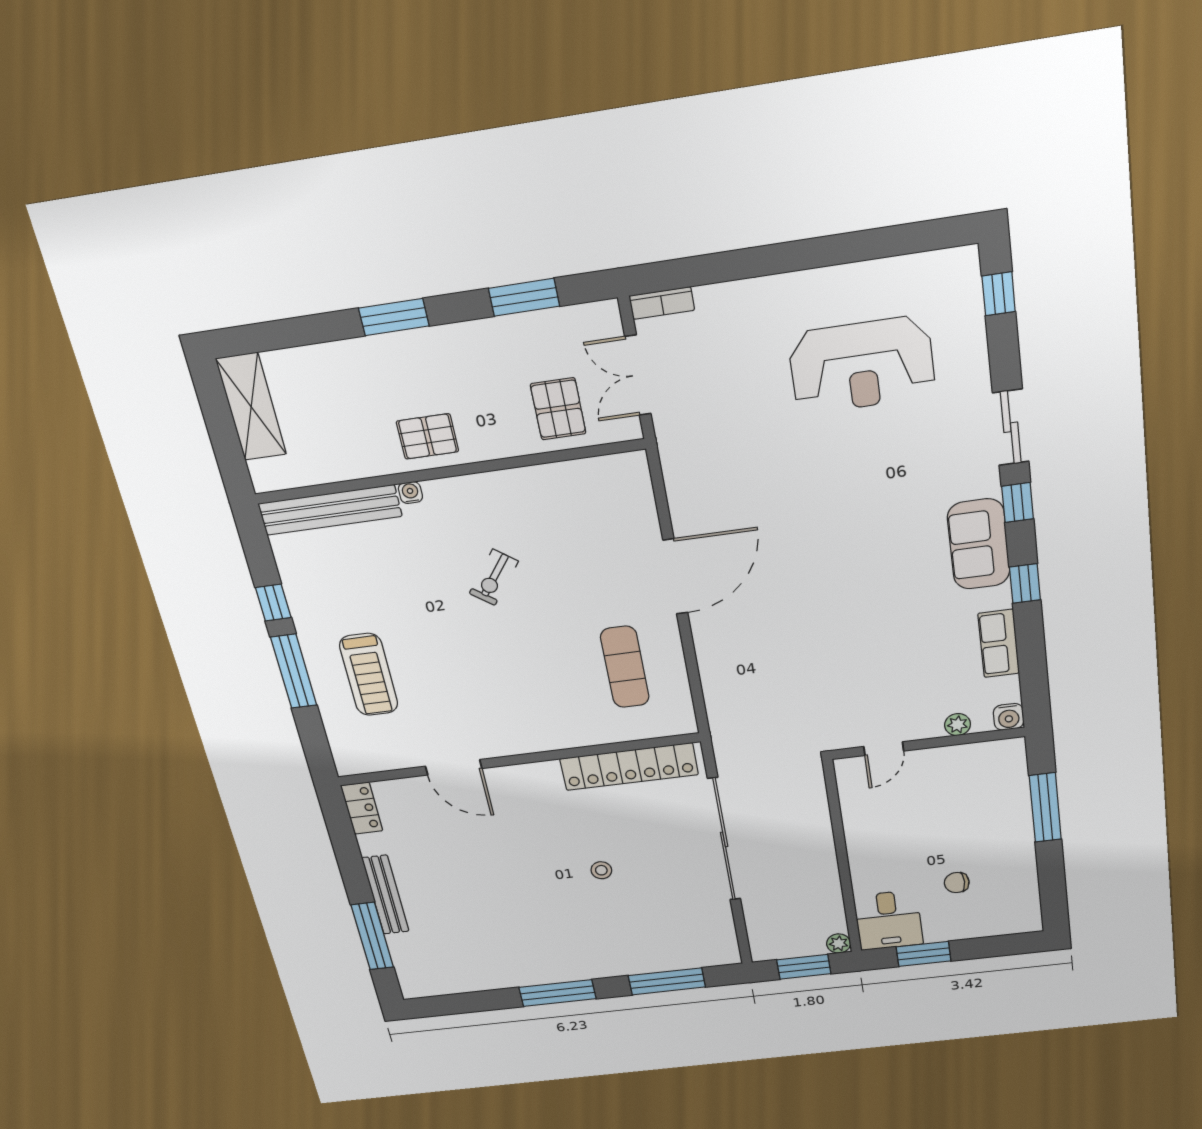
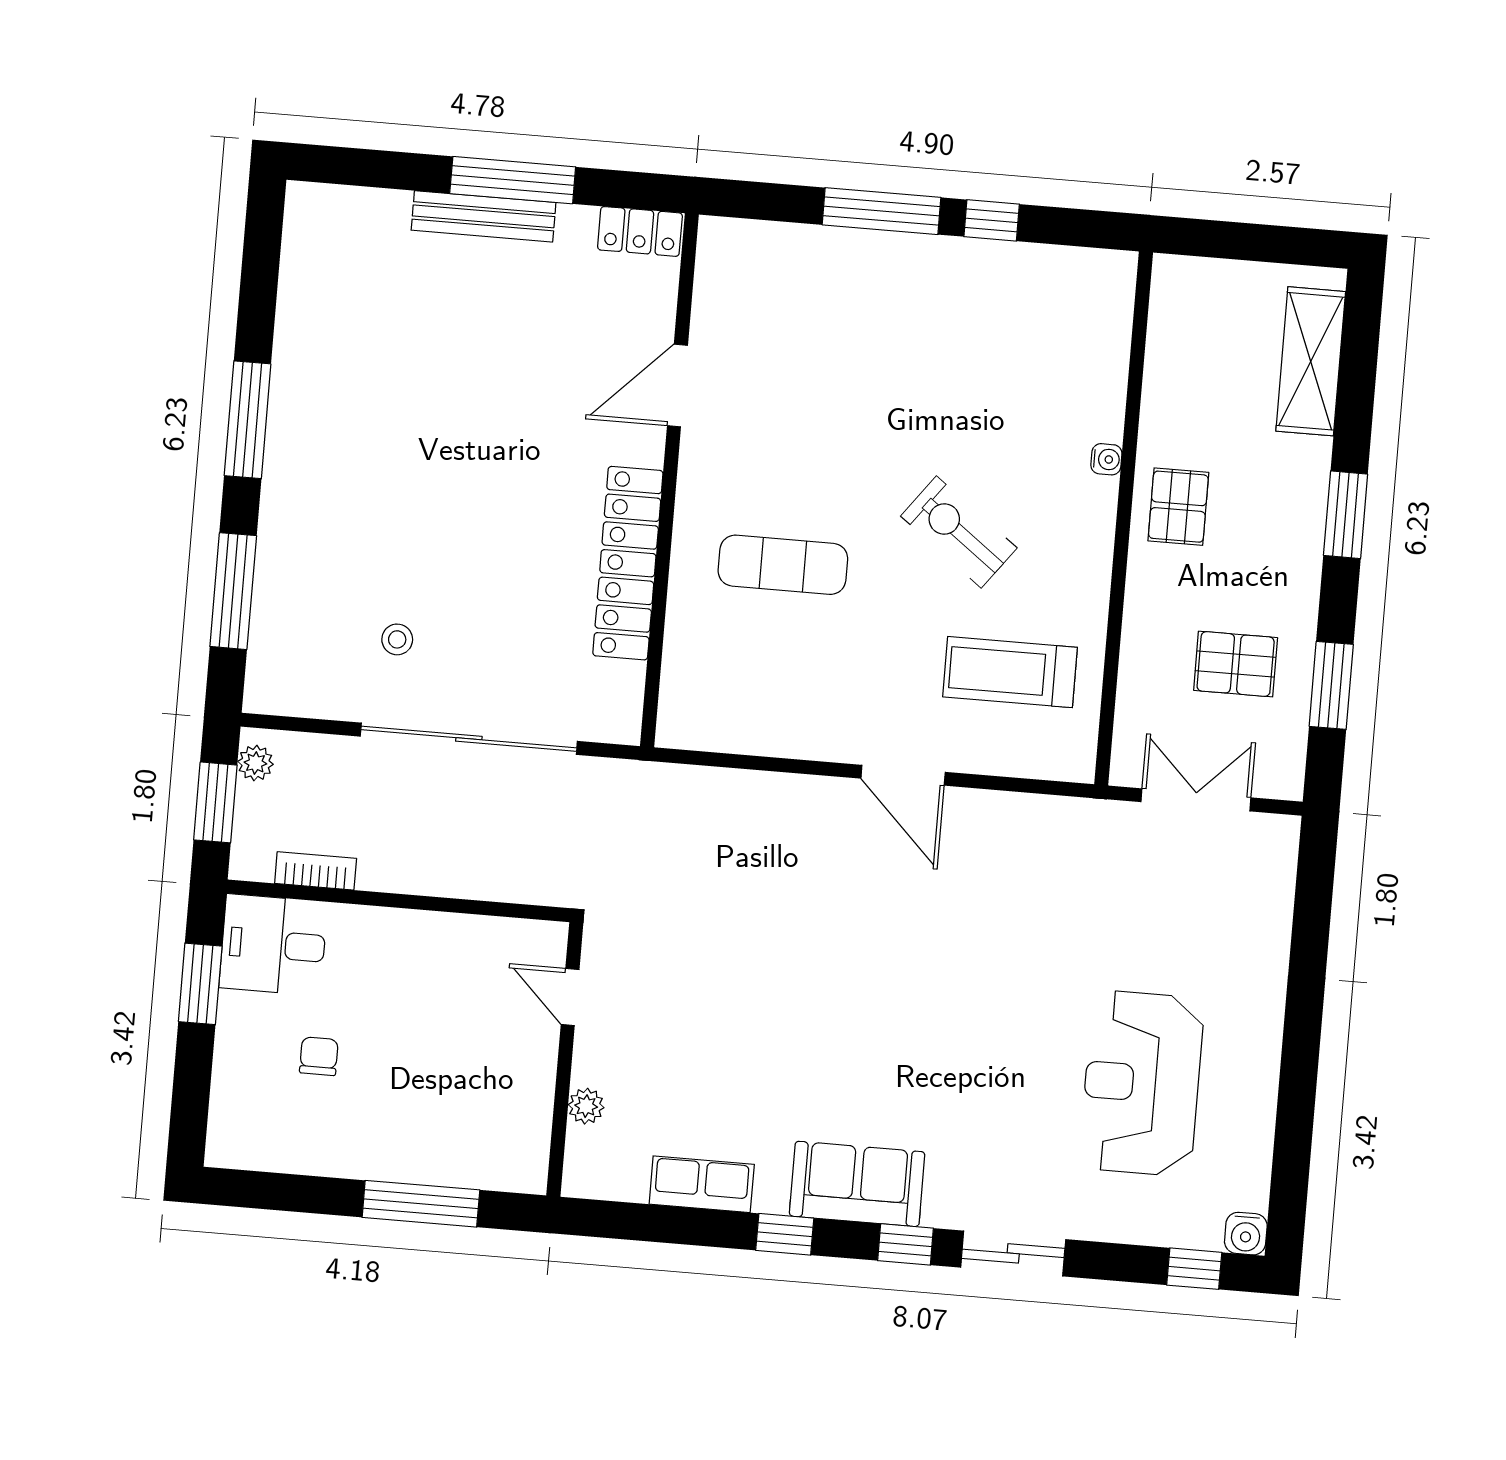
bookcase: (662, 303) -> (316, 871), moved, turned 90
shelving: (251, 407) -> (1311, 361), moved, turned 90
pallet: (558, 409) -> (1236, 664), moved
bench: (330, 510) -> (1107, 345), removed
exercise bike: (494, 577) -> (959, 532), width x1.38, depth x1.39
door: (675, 577) -> (903, 775), width x0.73
exercise mat: (625, 667) -> (783, 565), moved
treadmill: (369, 675) -> (1010, 672), moved
water cooler: (1009, 717) -> (1246, 1234), moved, turned -90
locker: (629, 767) -> (628, 563), moved
stool: (601, 870) -> (397, 639), moved
window: (372, 936) -> (513, 180), moved
plant: (839, 943) -> (255, 763), moved

